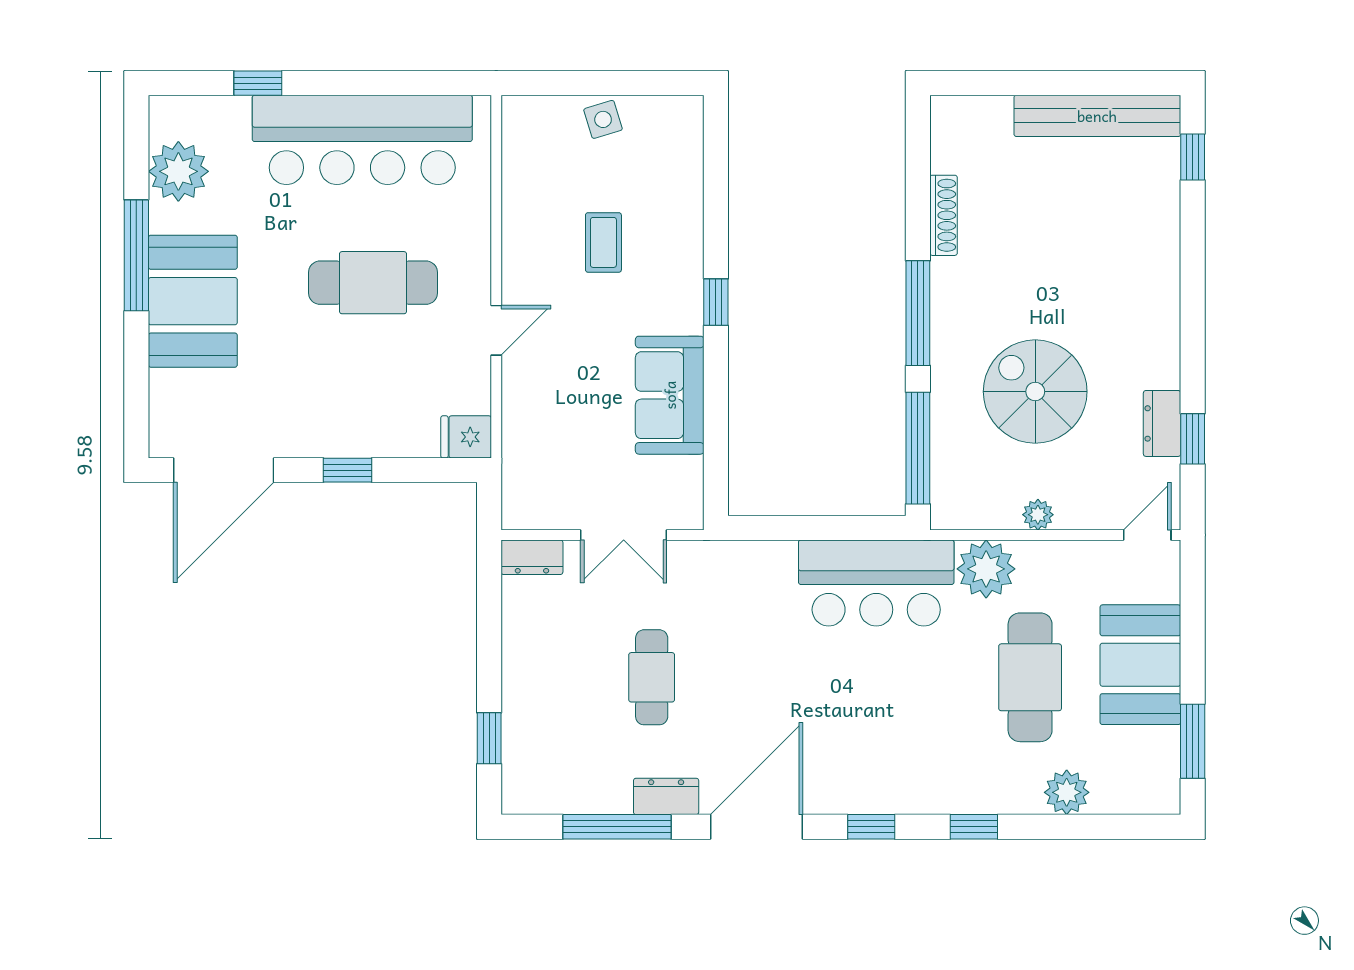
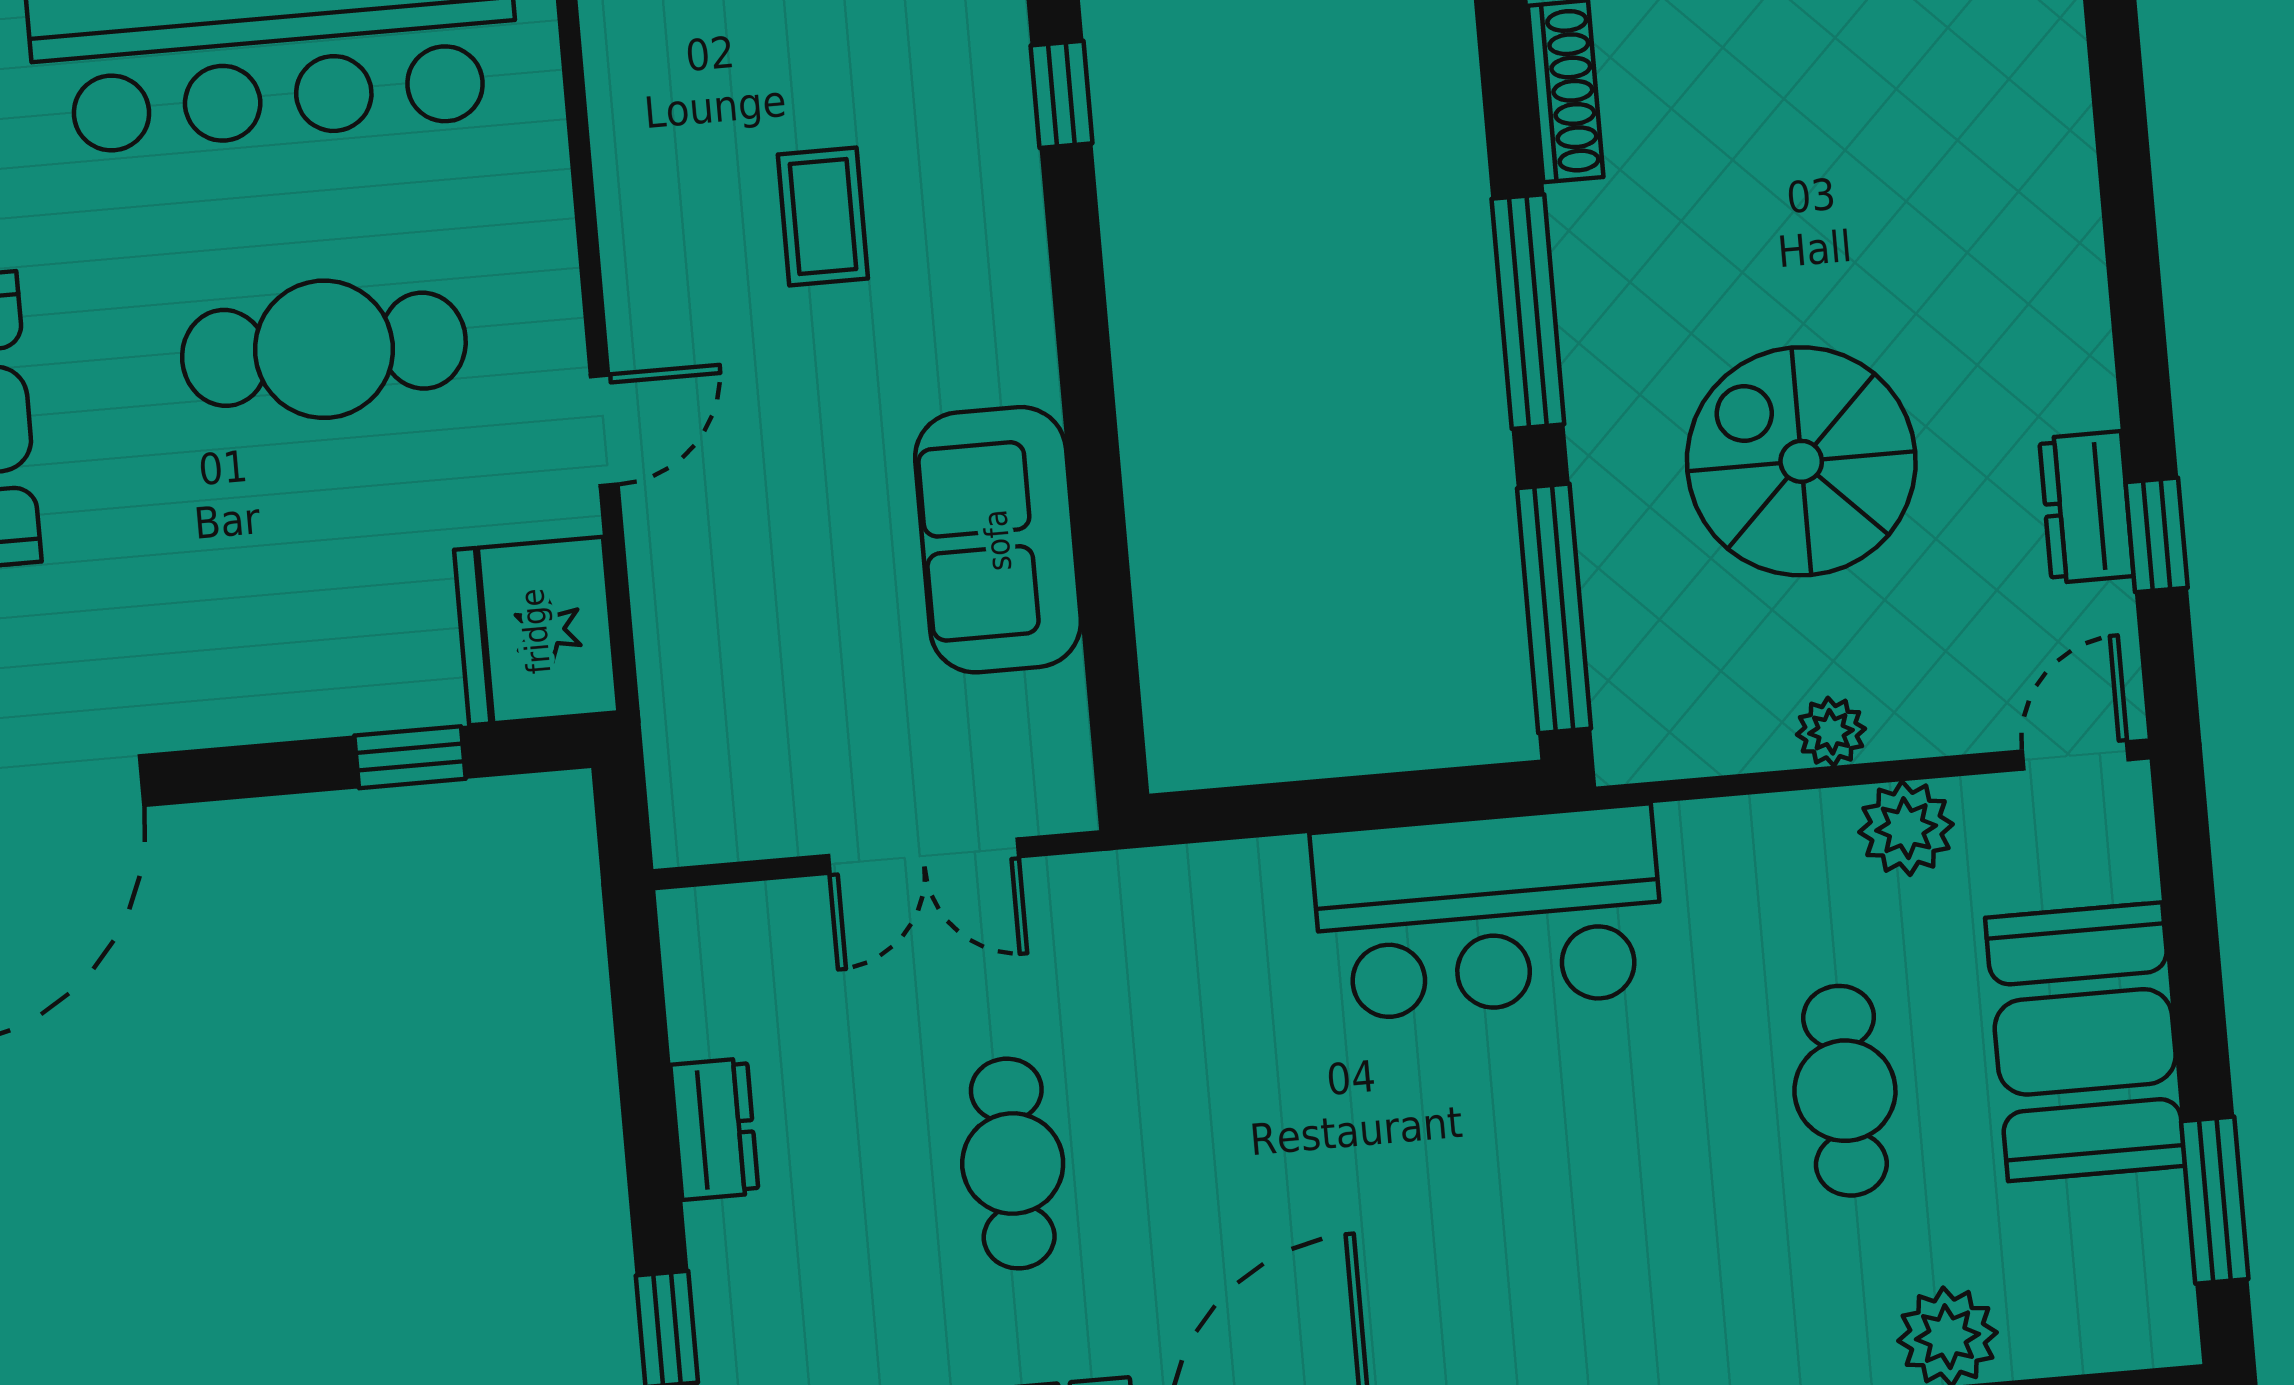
window: (716, 302) -> (1061, 94), moved
fridge: (466, 437) -> (536, 631), width x1.88, depth x1.34
window: (348, 470) -> (410, 757), moved
dresser: (532, 557) -> (714, 1129), moved, turned -90
plant: (986, 569) -> (1906, 828), moved, width x0.73, depth x0.73
cafe table: (1030, 677) -> (1845, 1091), width x0.73, depth x0.74

